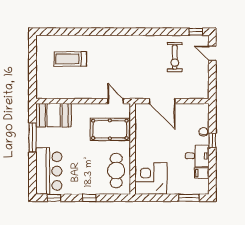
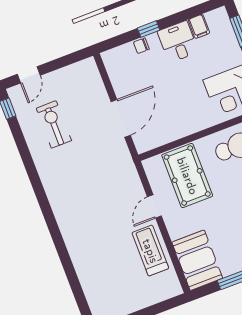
exercise bike: (175, 57) -> (54, 124), turned -90
treadmill: (70, 59) -> (150, 251), moved, turned 180
door: (116, 101) -> (154, 206), moved

